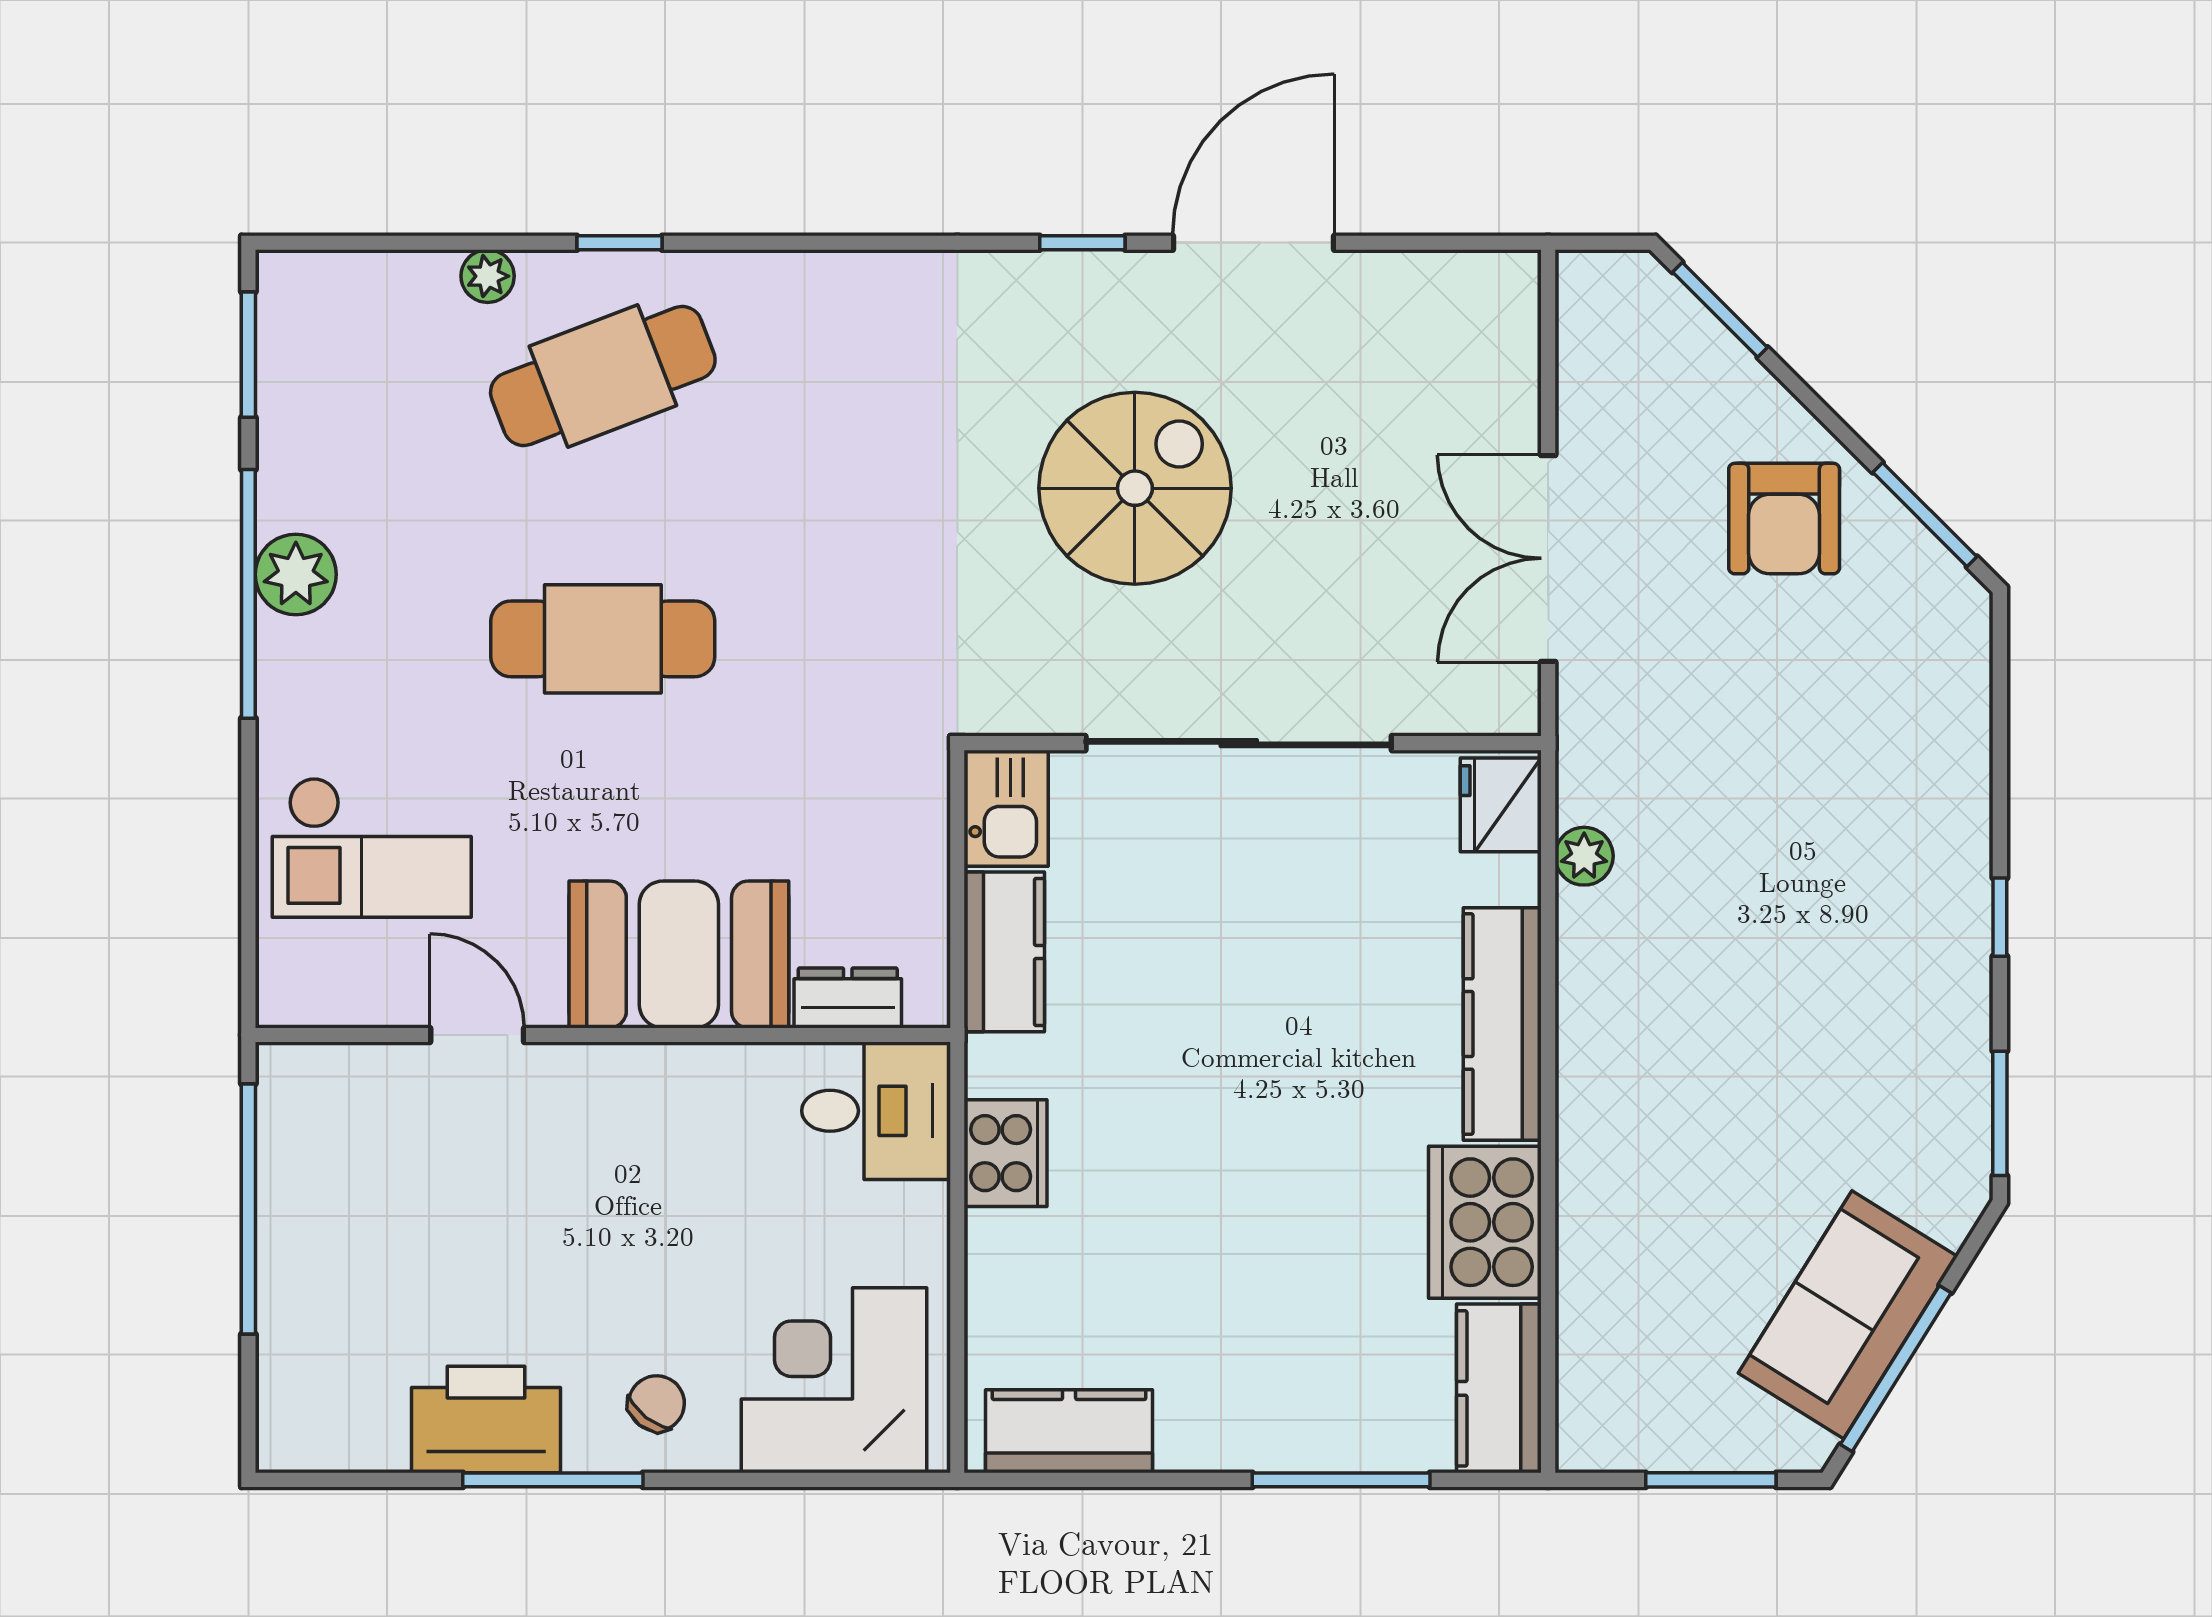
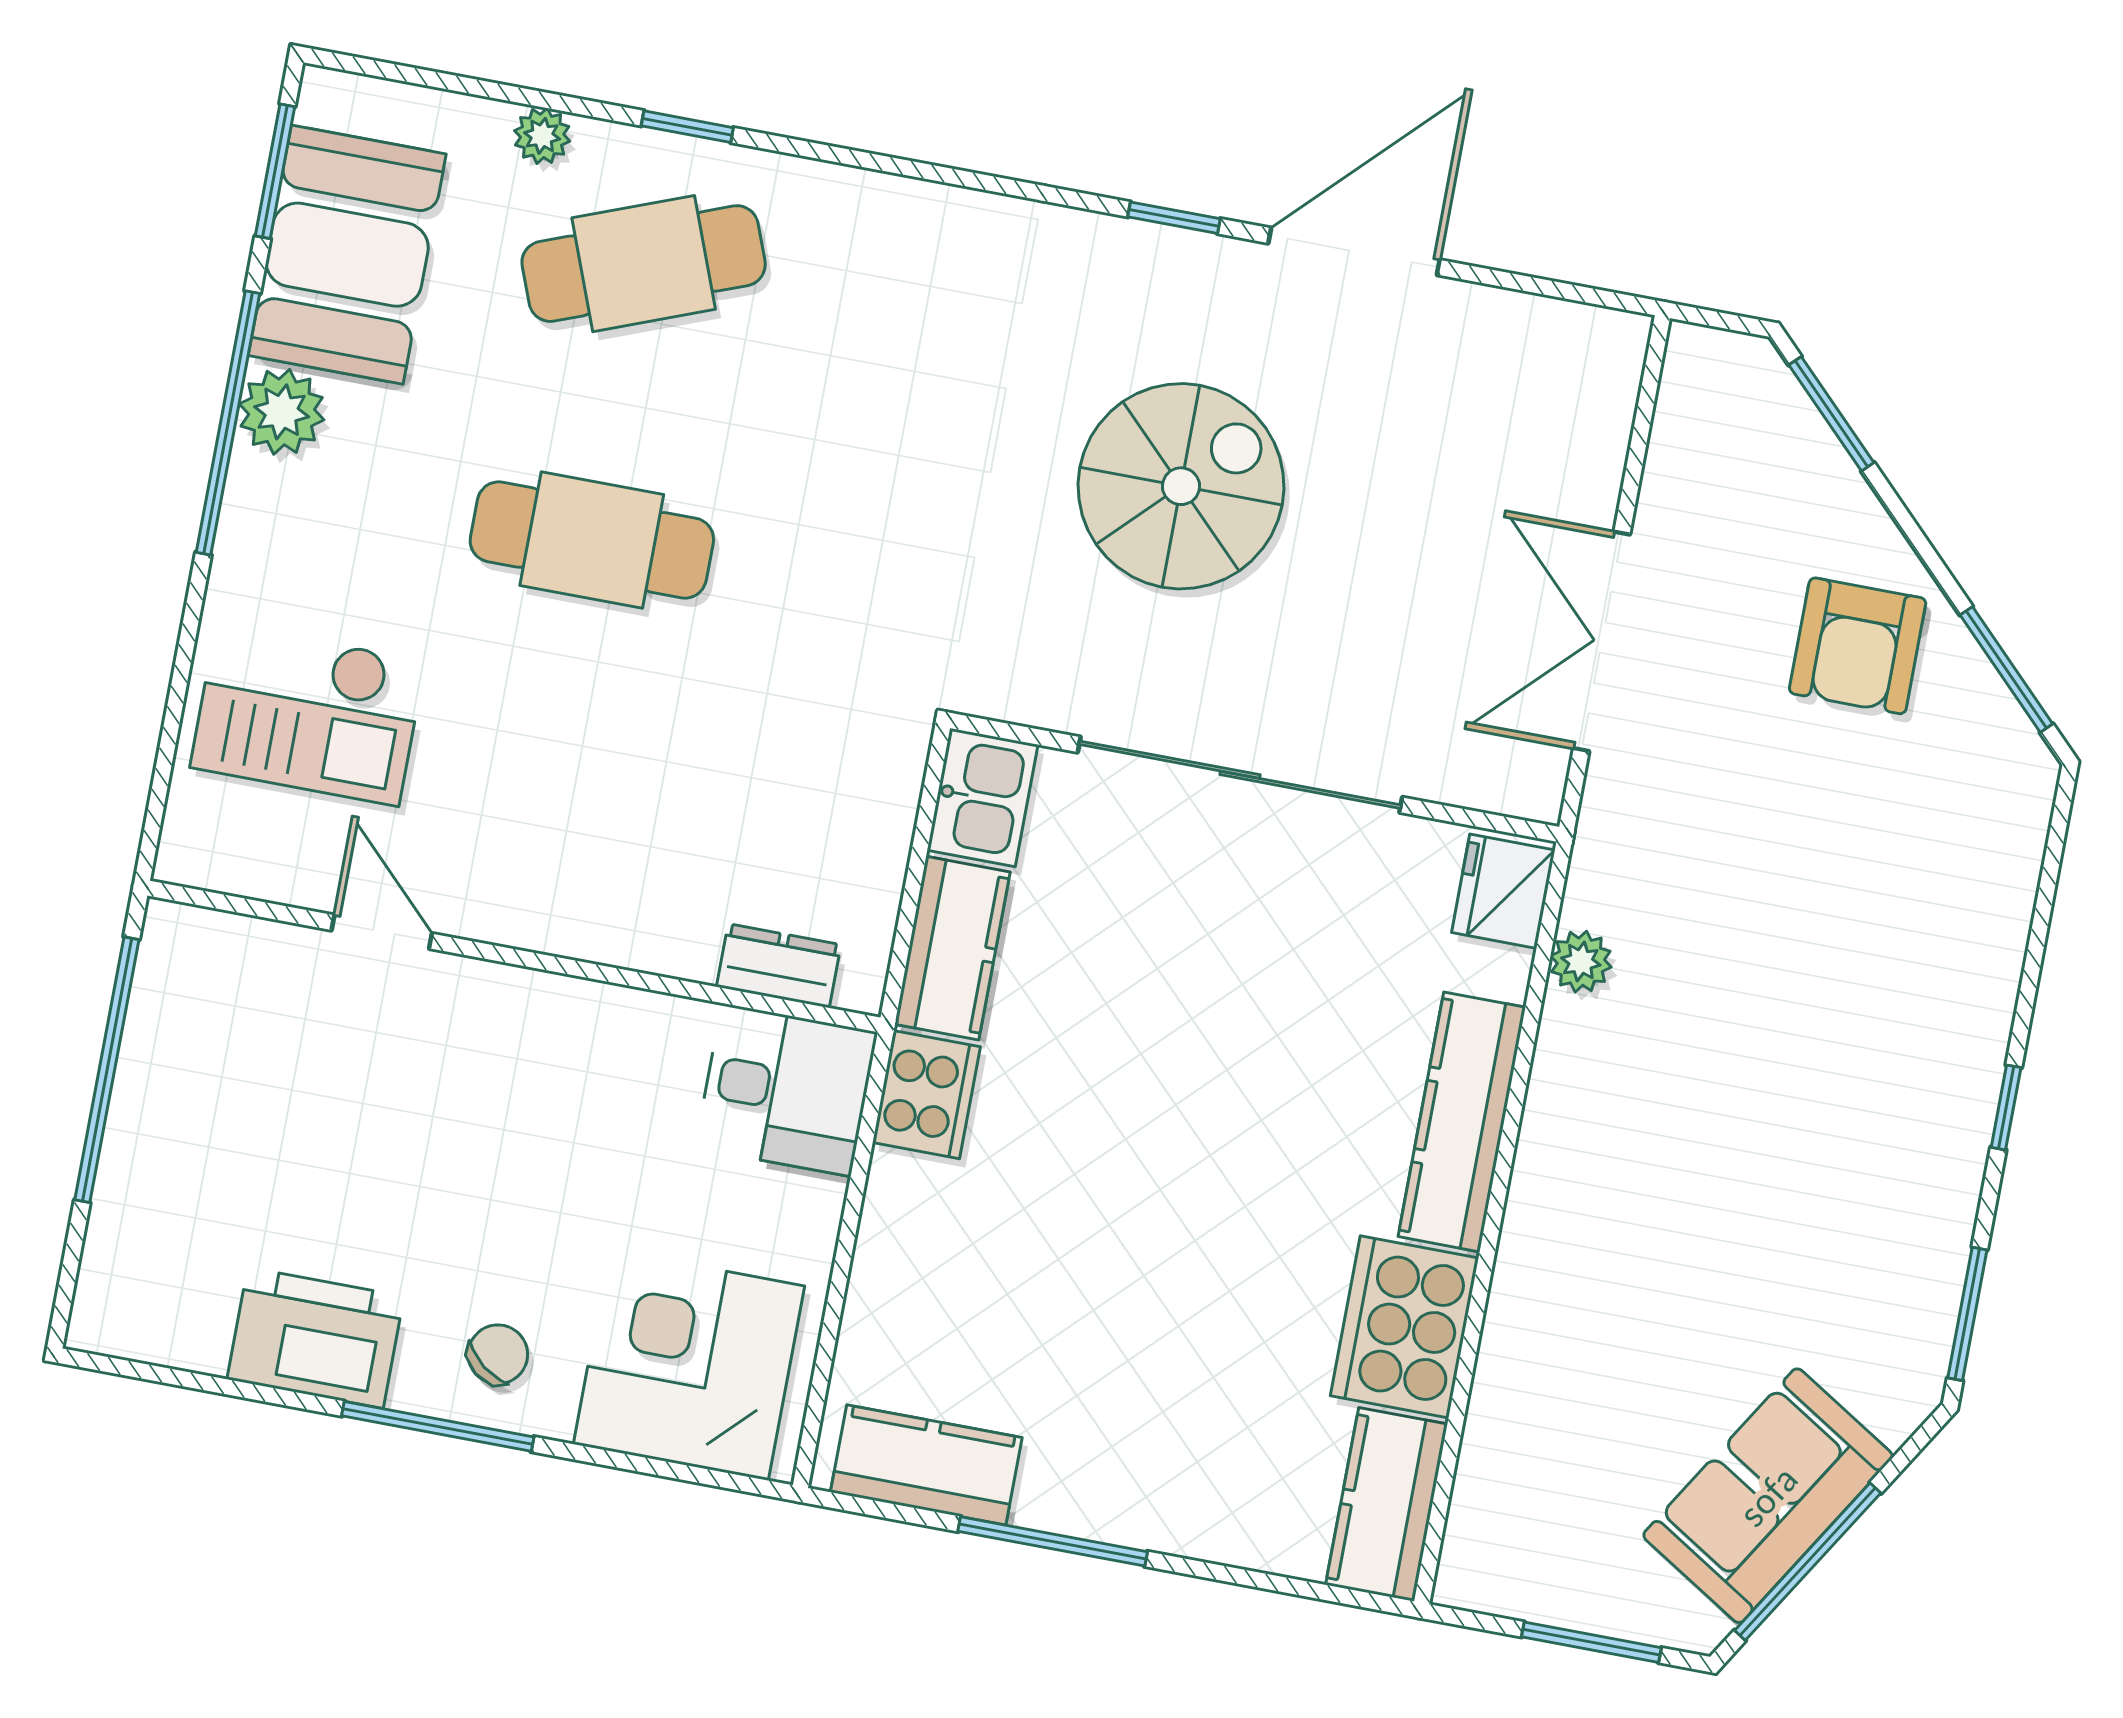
booth: (679, 954) -> (347, 255), moved, turned 90
cooker: (1006, 1153) -> (926, 1095), moved
window: (553, 1480) -> (438, 1426), moved
window: (1341, 1480) -> (1053, 1541), moved

